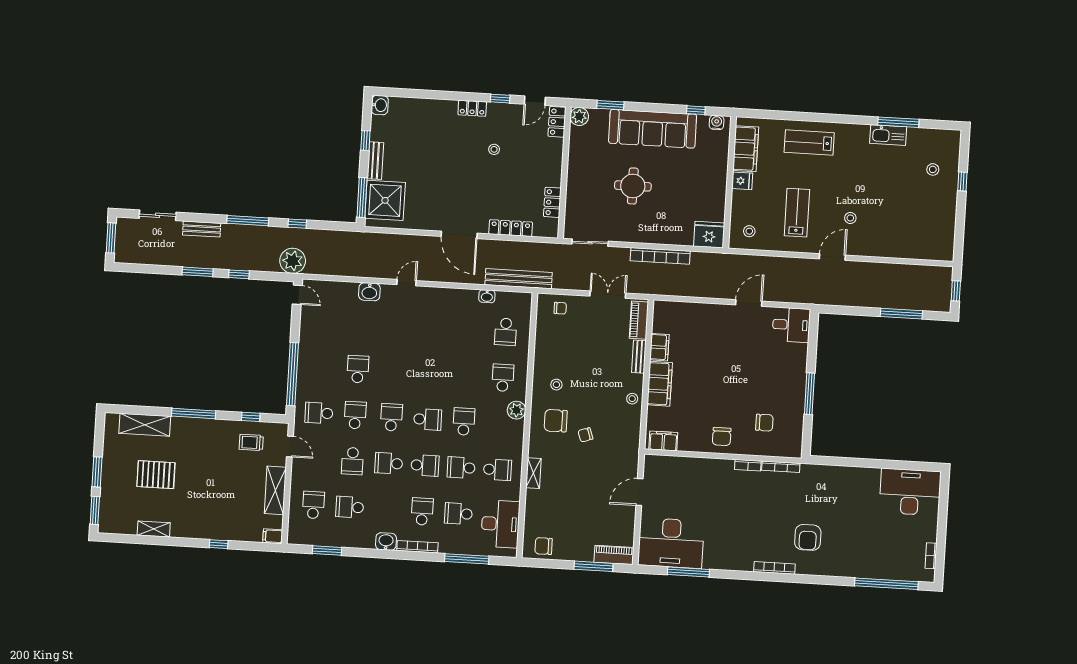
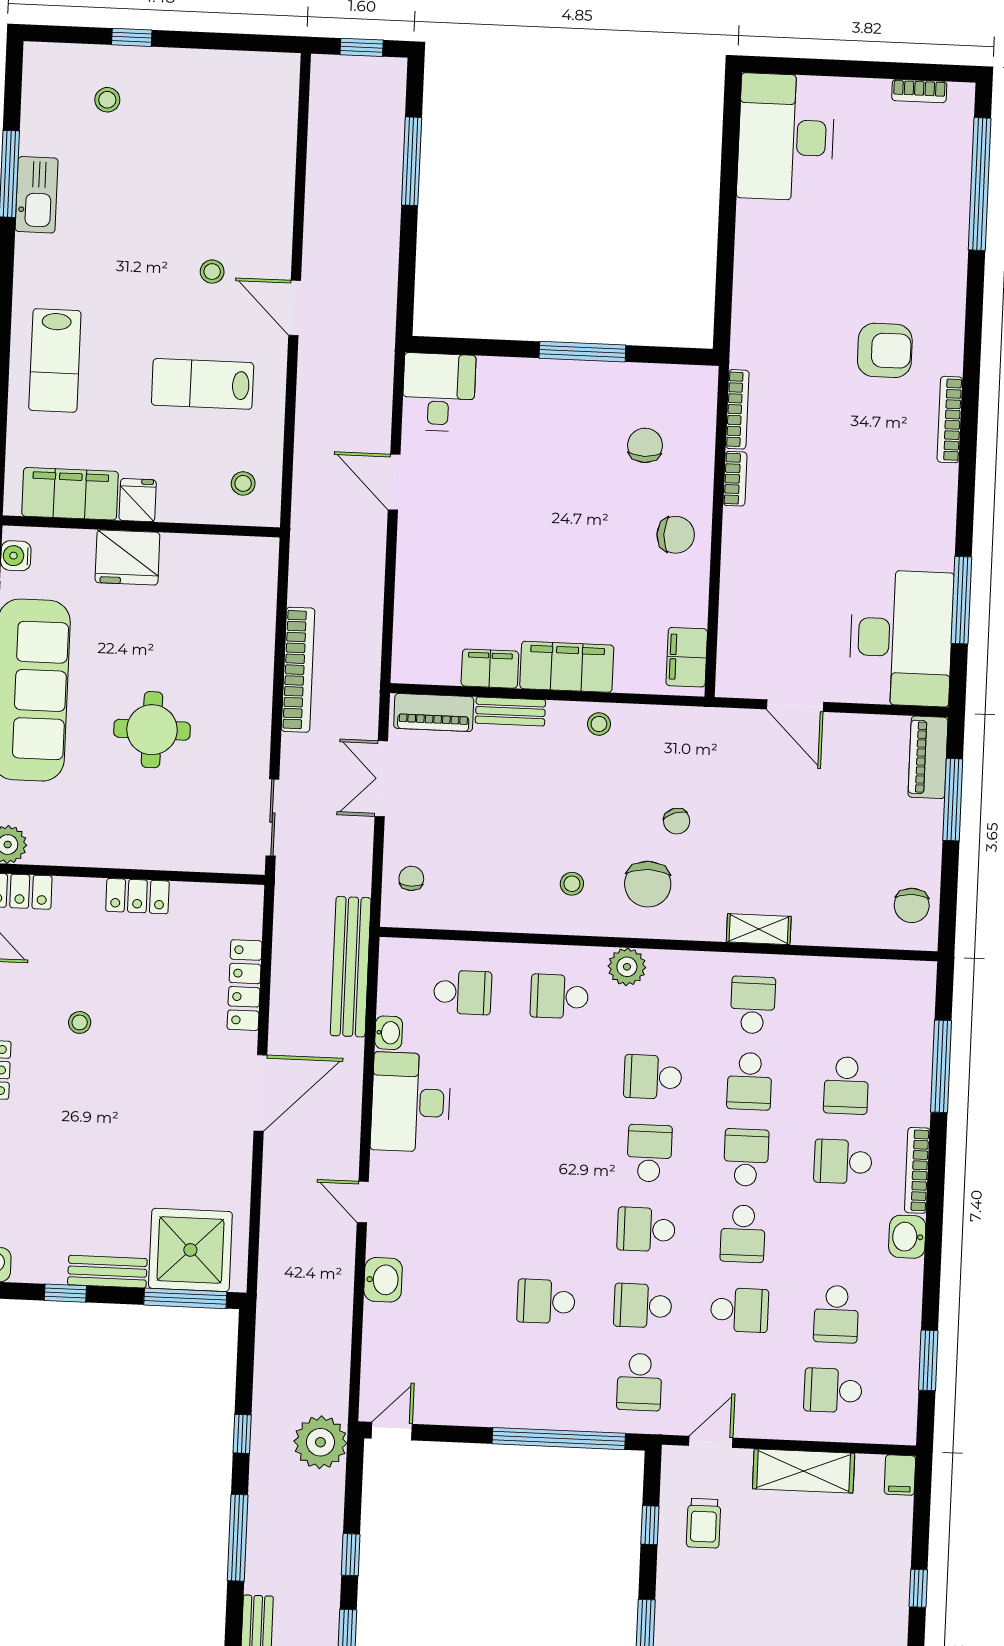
locker: (552, 202) -> (137, 896), moved
fridge: (709, 235) -> (127, 557), moved, turned -90
desk: (500, 524) -> (411, 1102), moved, turned -90

